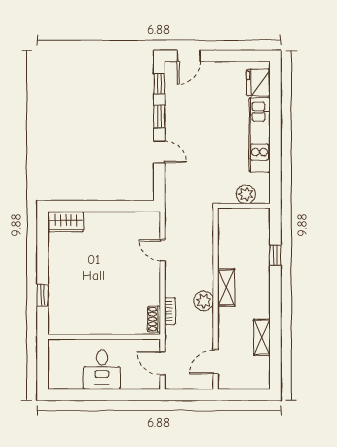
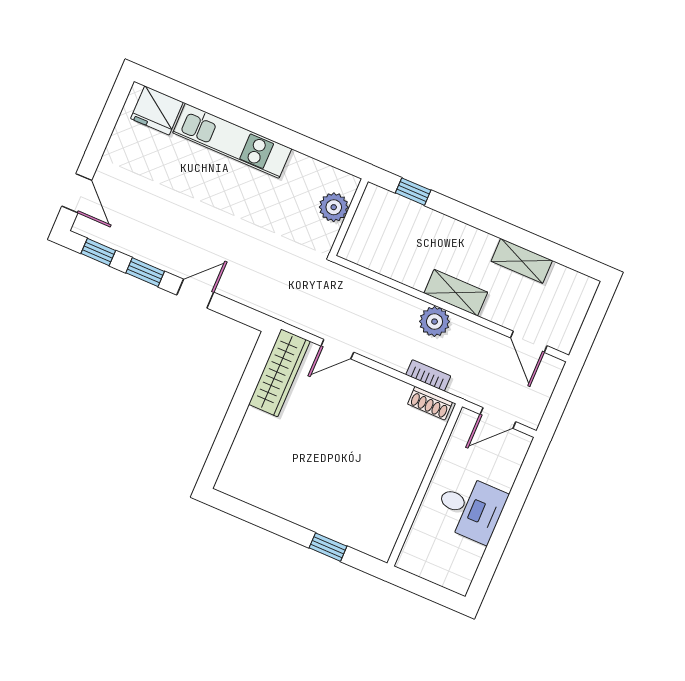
plant: (246, 194) -> (334, 207), moved
wall: (244, 206) -> (349, 217), moved
wardrobe: (66, 222) -> (279, 373), moved, width x1.50
shelving: (226, 287) -> (456, 293), moved

